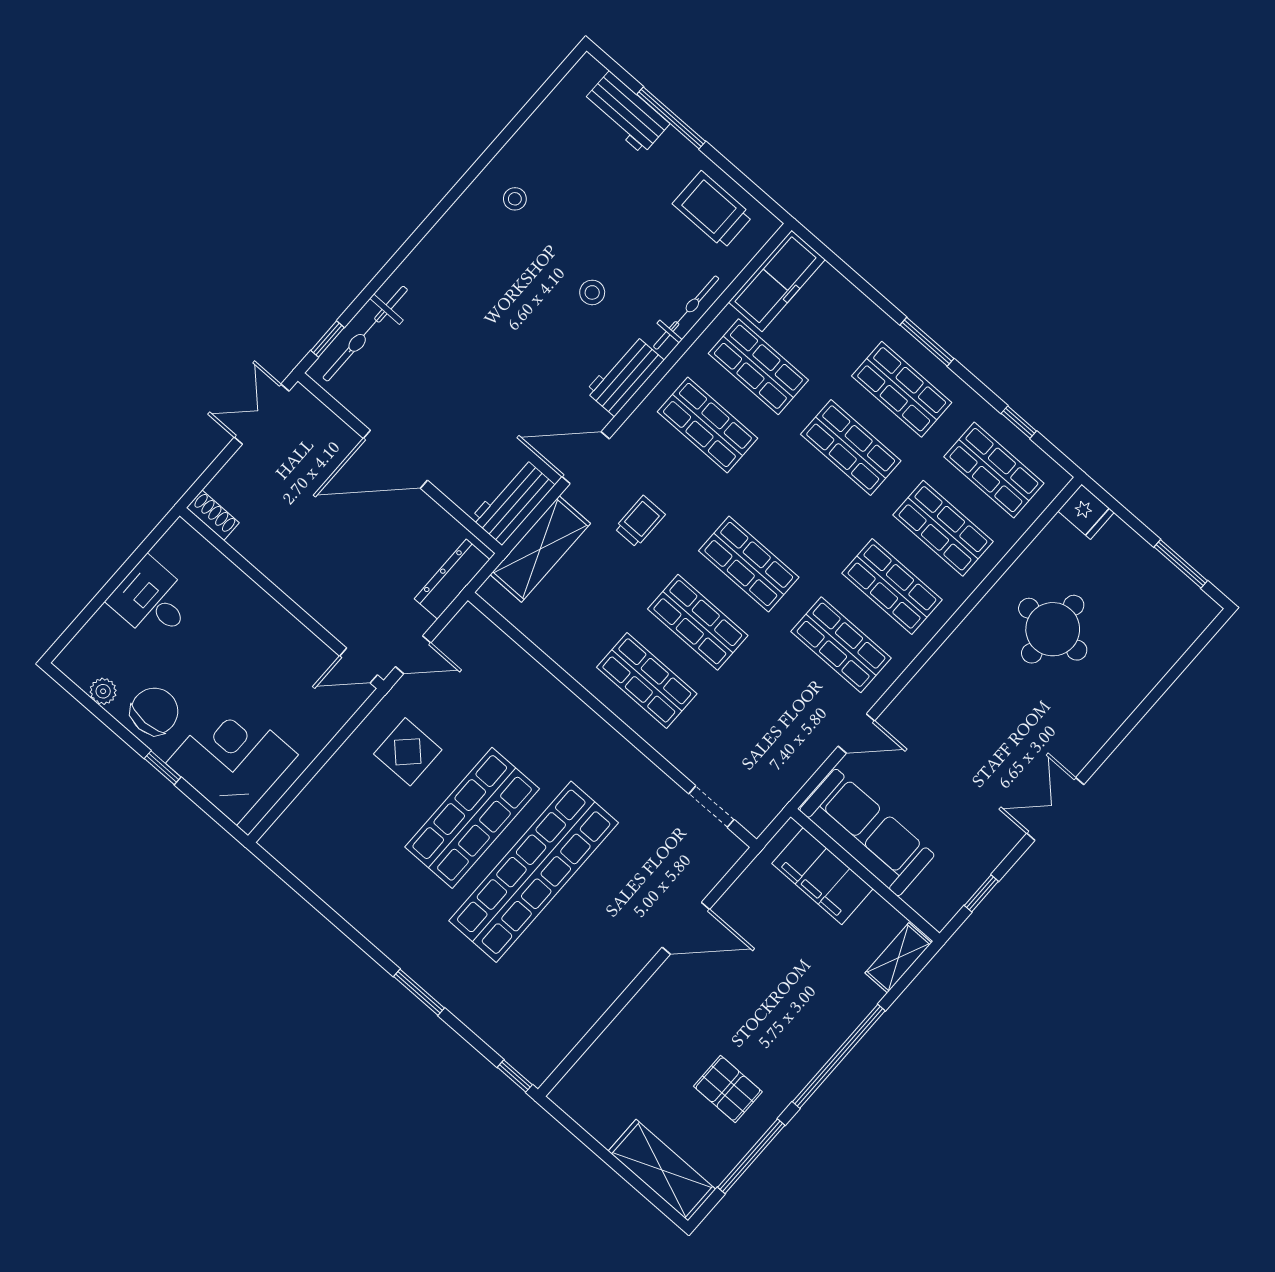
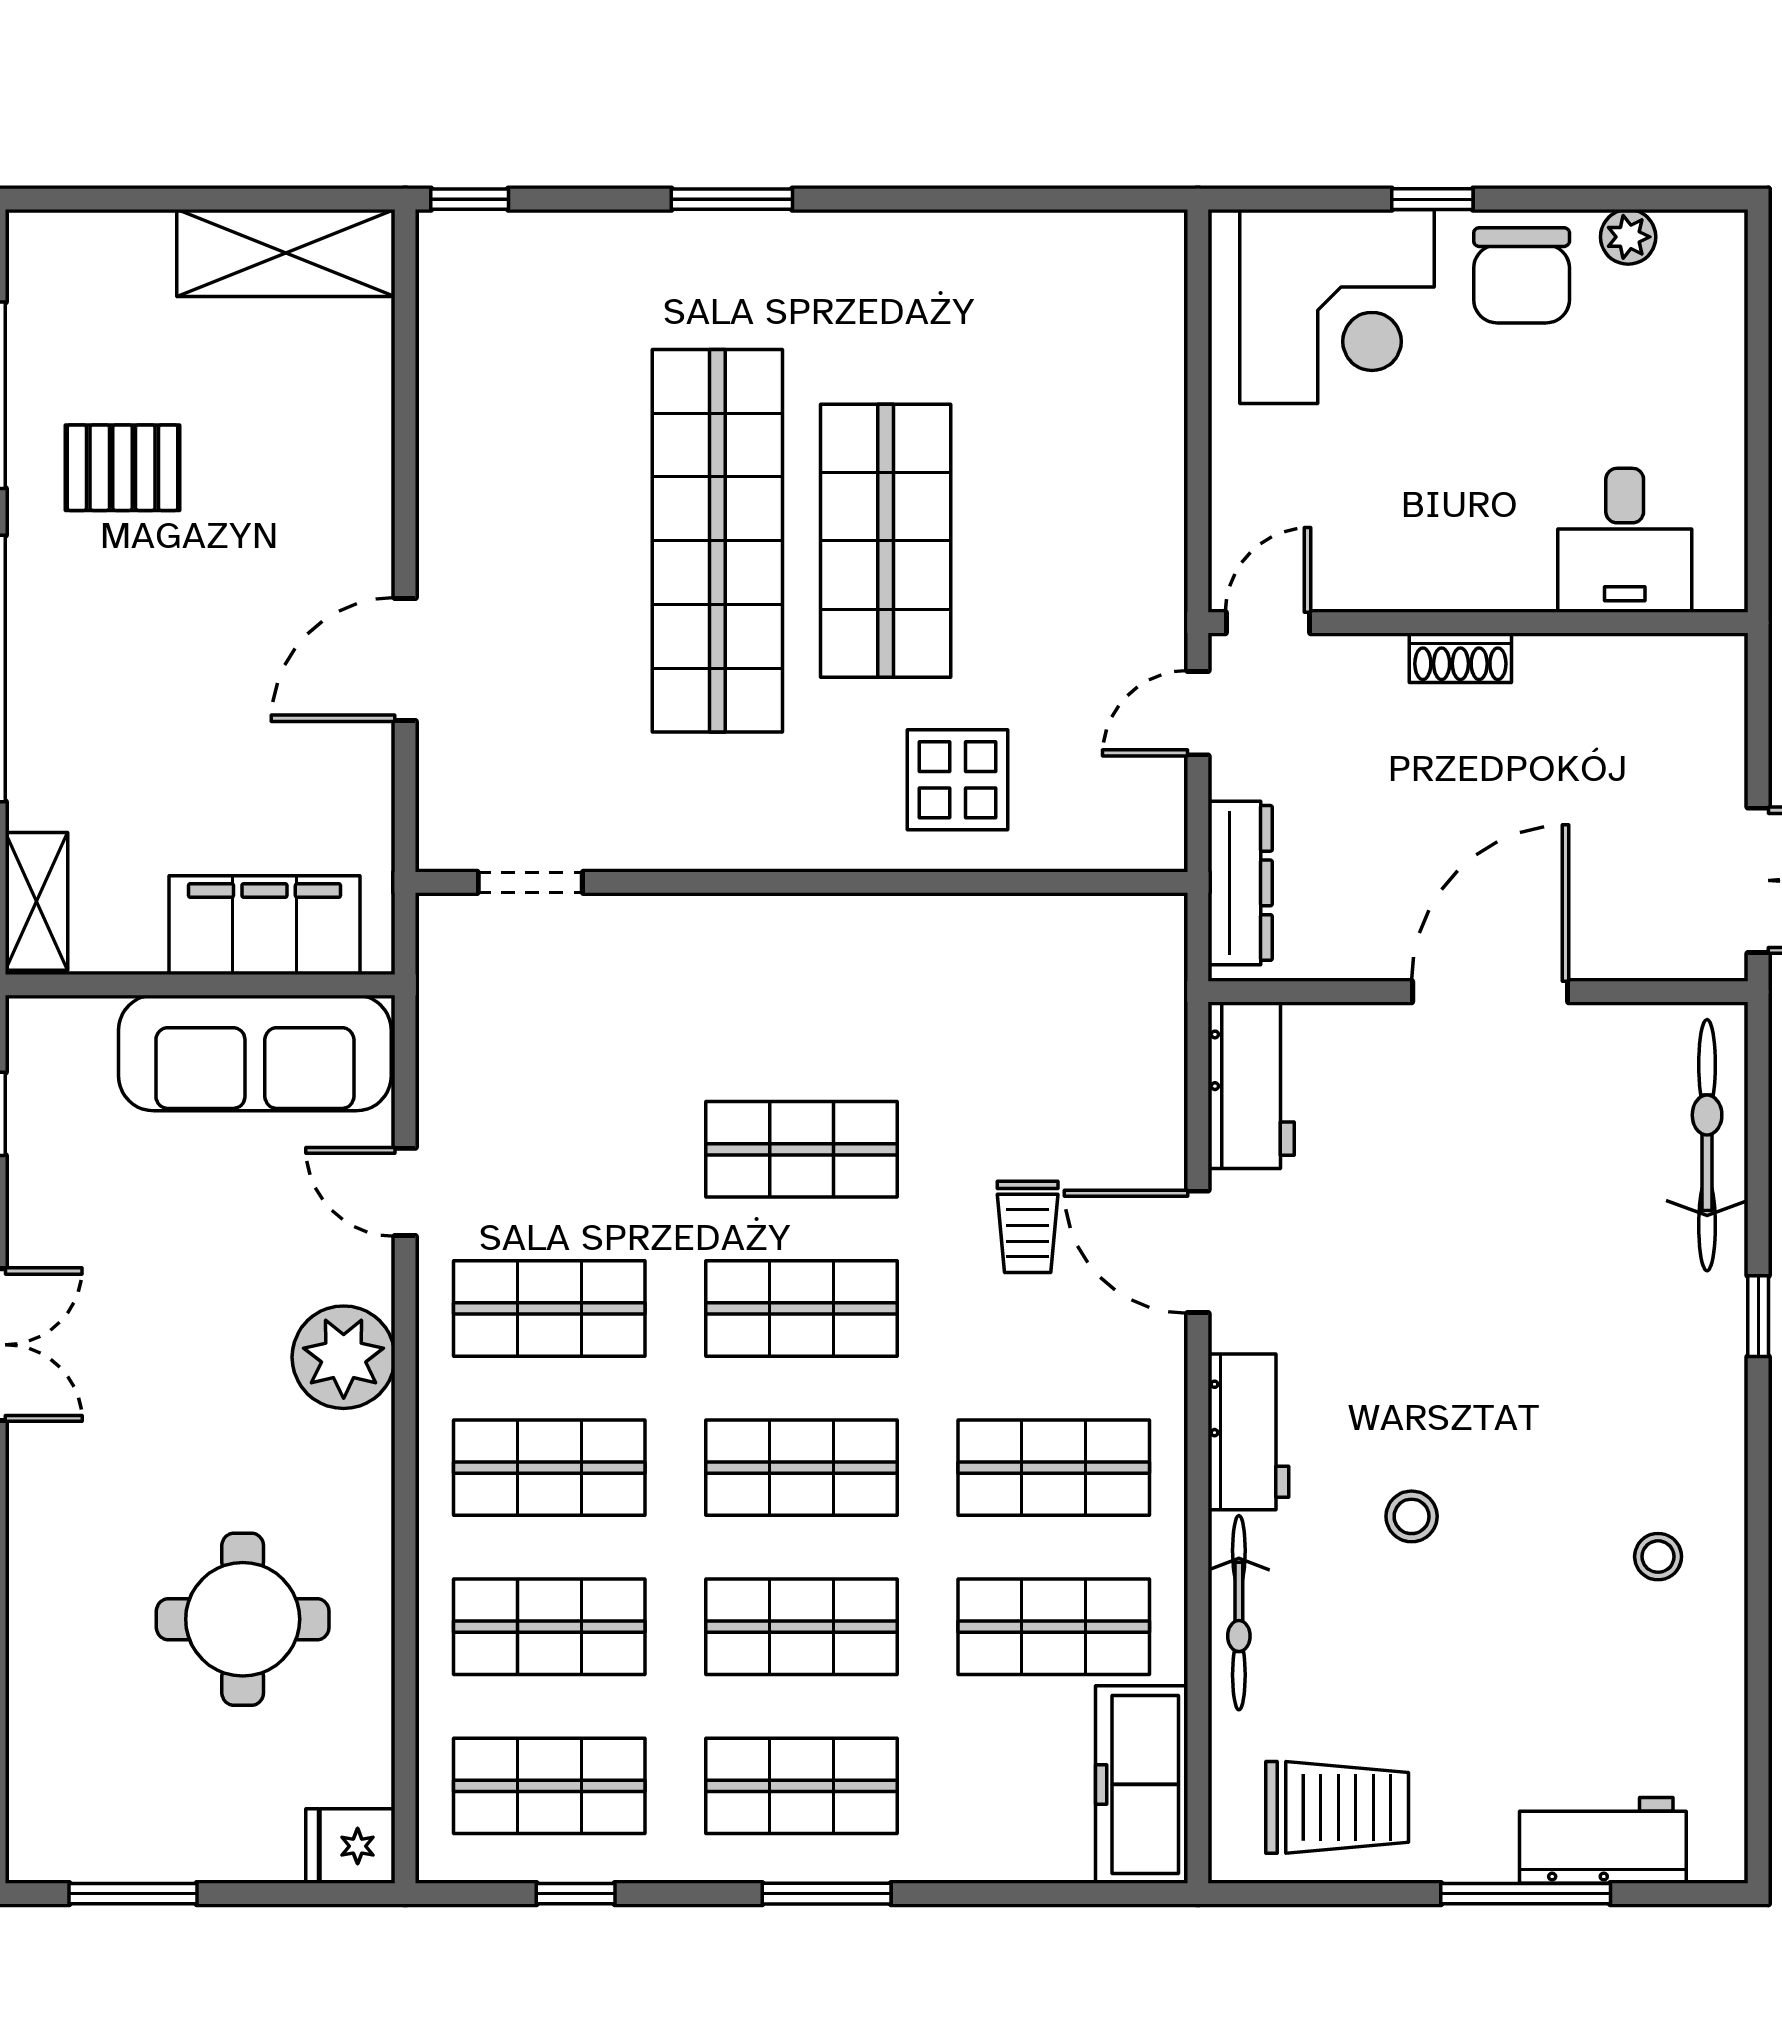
window: (327, 339) -> (1758, 1316), moved
door: (586, 458) -> (1198, 1252), swing flipped
shoe rack: (213, 515) -> (1460, 658), moved
shelving: (540, 549) -> (1144, 1049), removed
desk: (152, 600) -> (1625, 540), moved, turned 90
shop shelf: (647, 680) -> (801, 1468), moved
plant: (932, 693) -> (344, 1357), added
door: (856, 734) -> (405, 1192), hinge flipped
display table: (408, 752) -> (958, 780), moved
shelving: (662, 1170) -> (286, 253), moved

